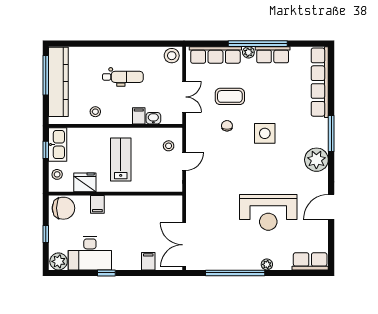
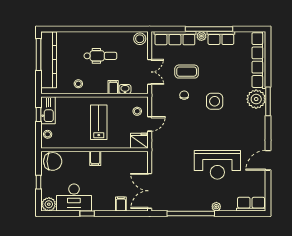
plant: (316, 160) -> (256, 99), moved
fridge: (85, 182) -> (139, 141), moved
filing cabinet: (97, 204) -> (95, 158), moved

